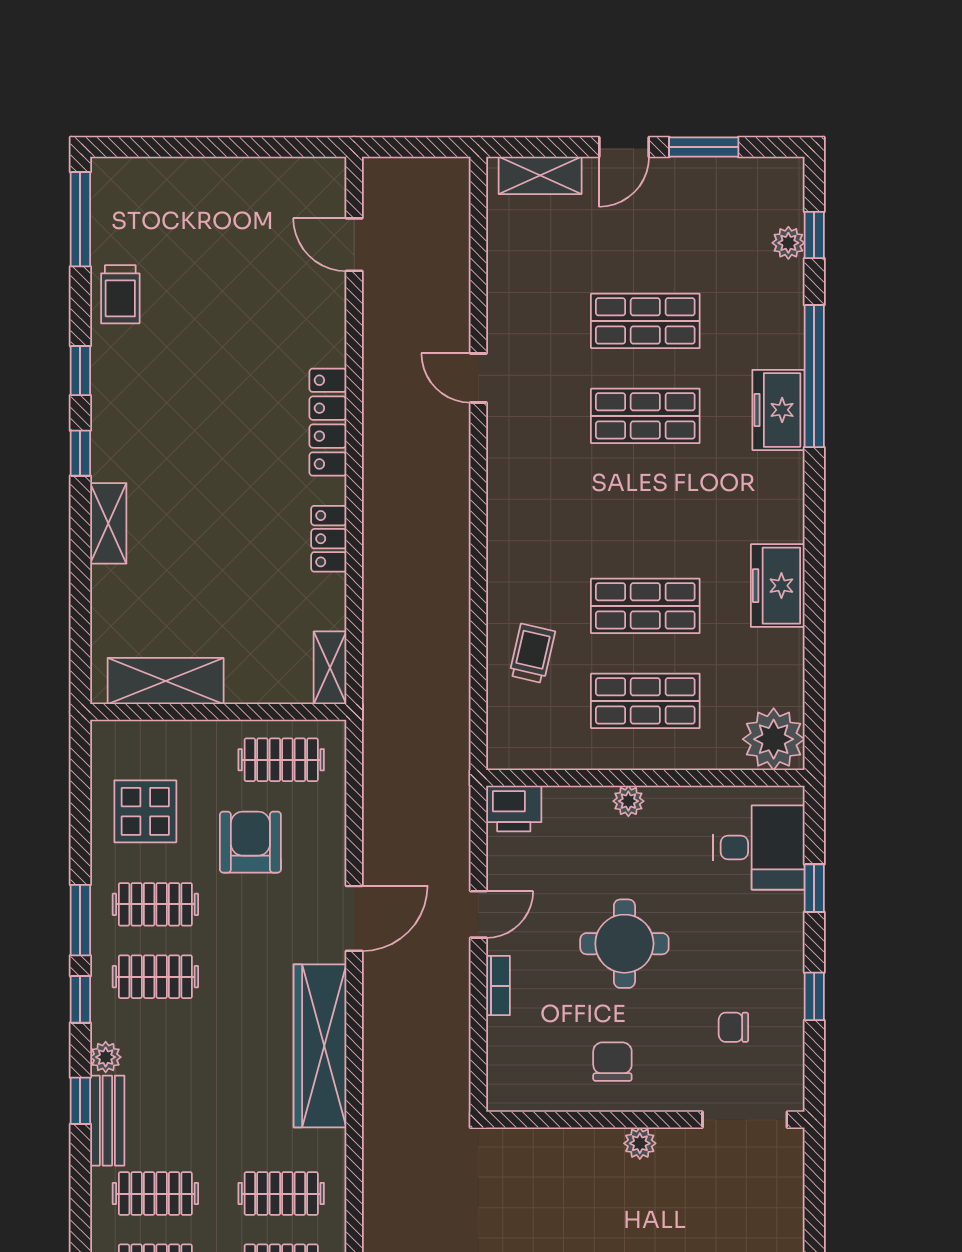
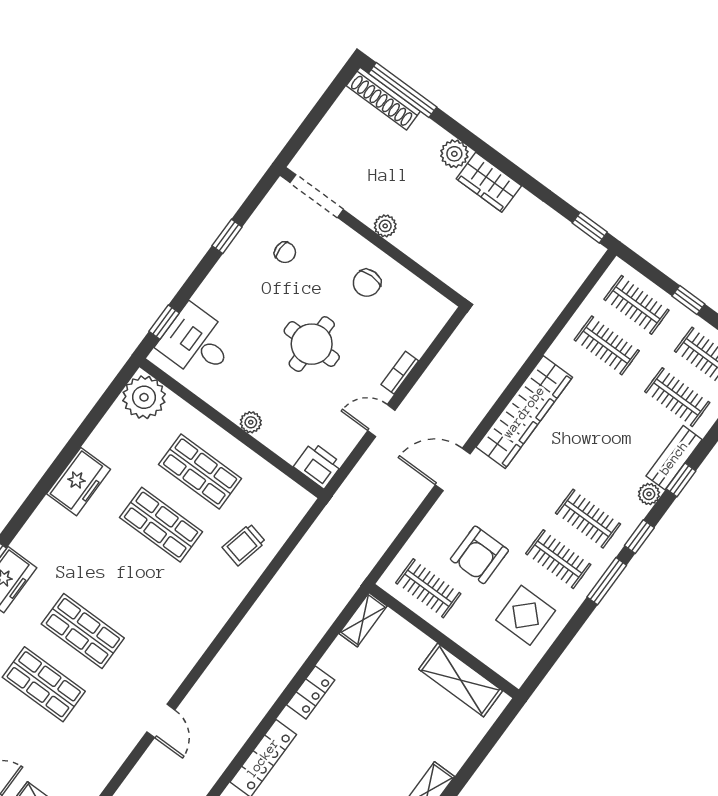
window: (814, 888) -> (164, 322), moved

